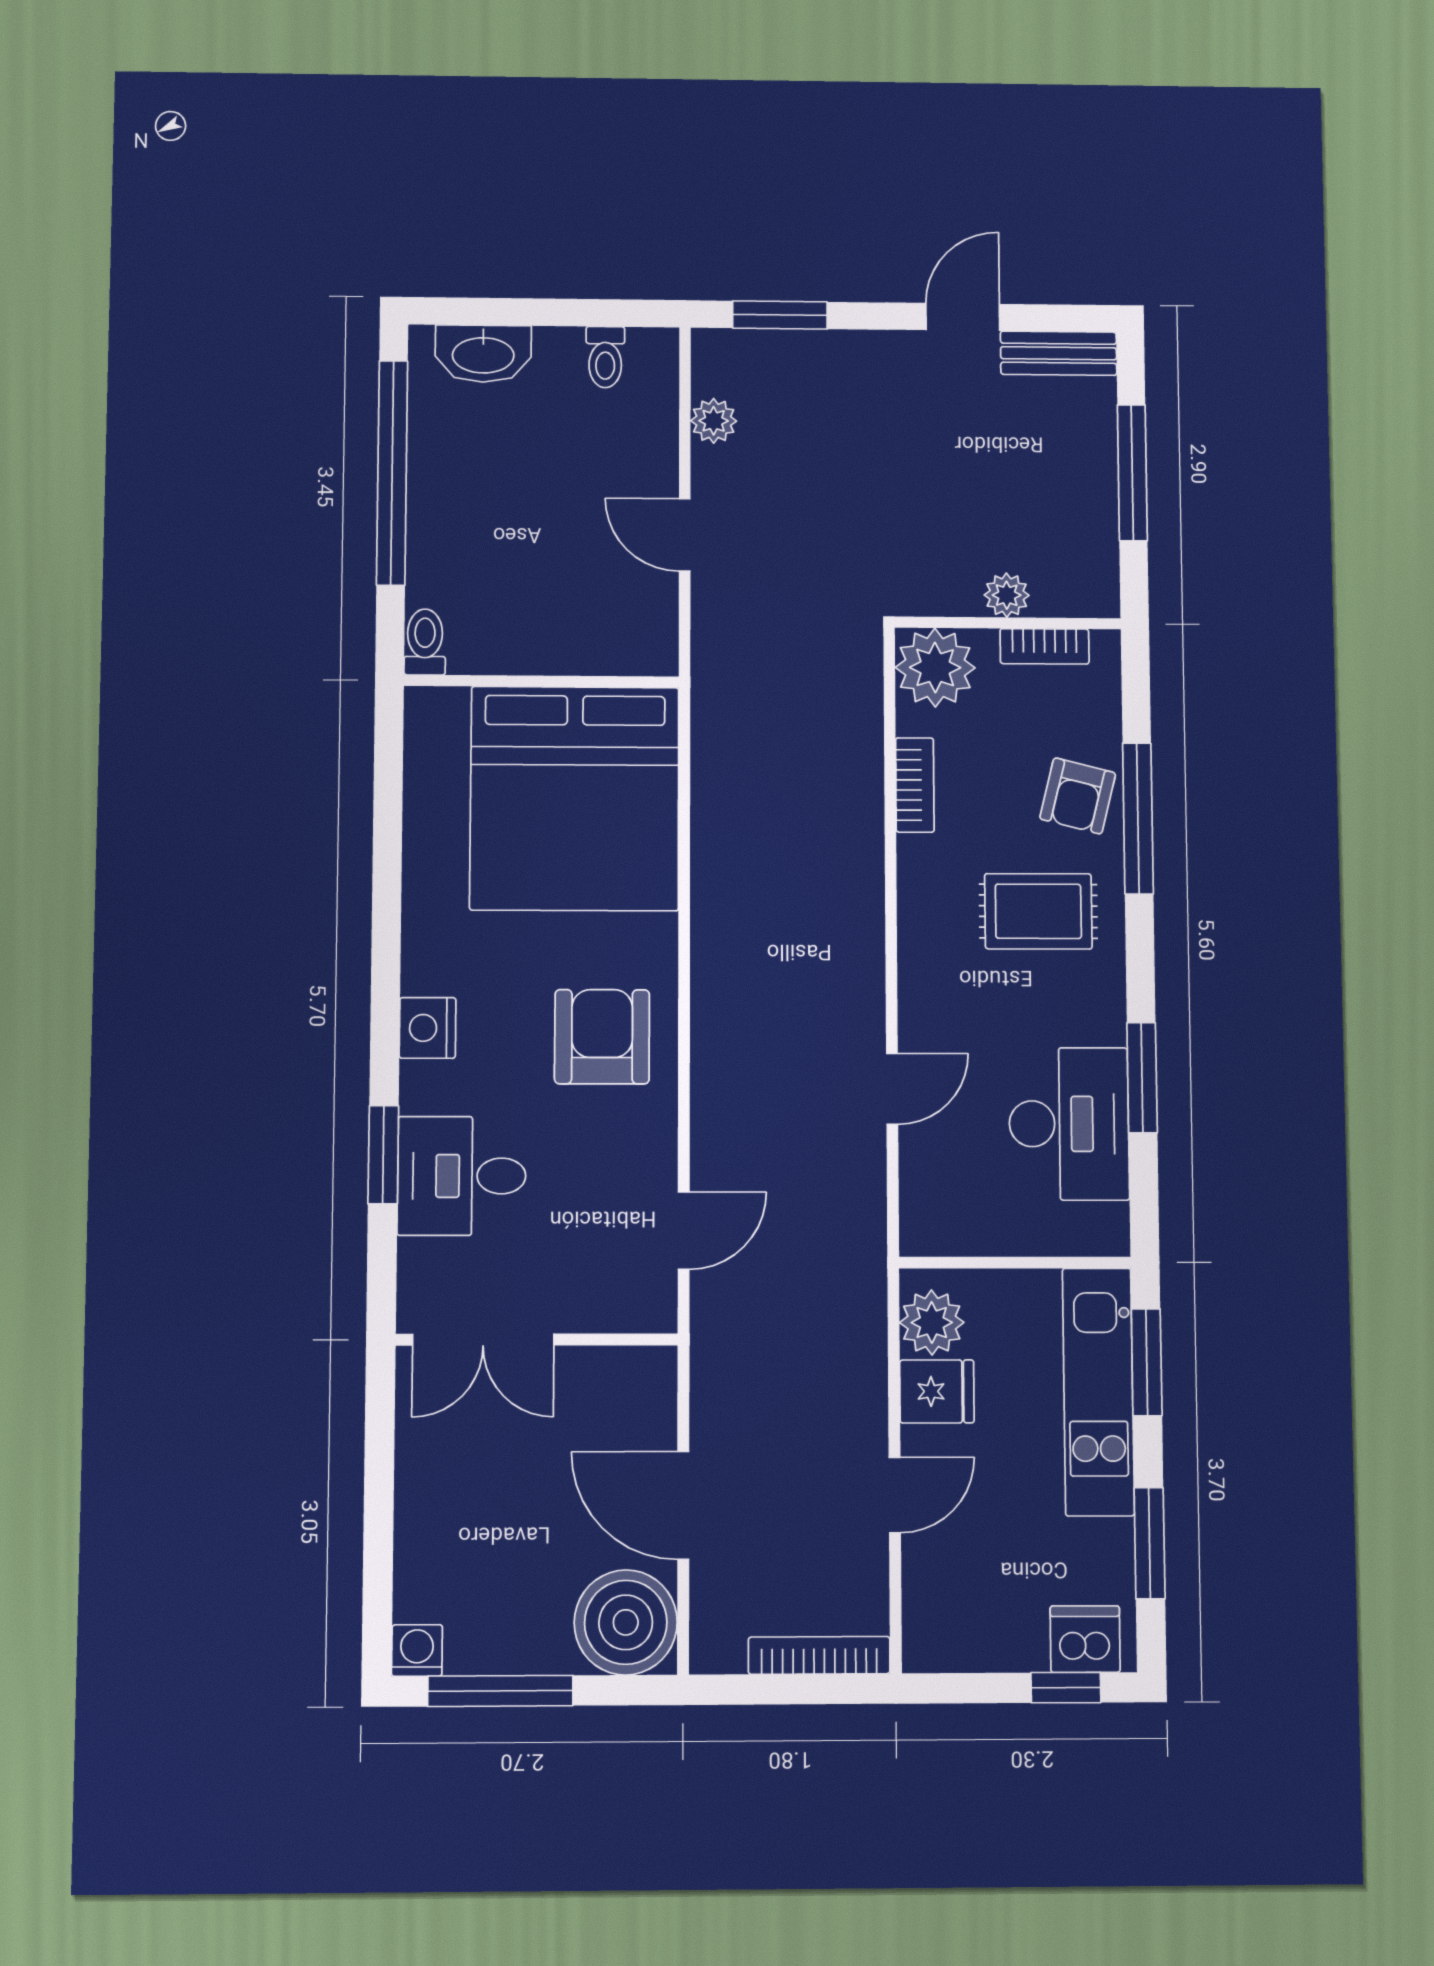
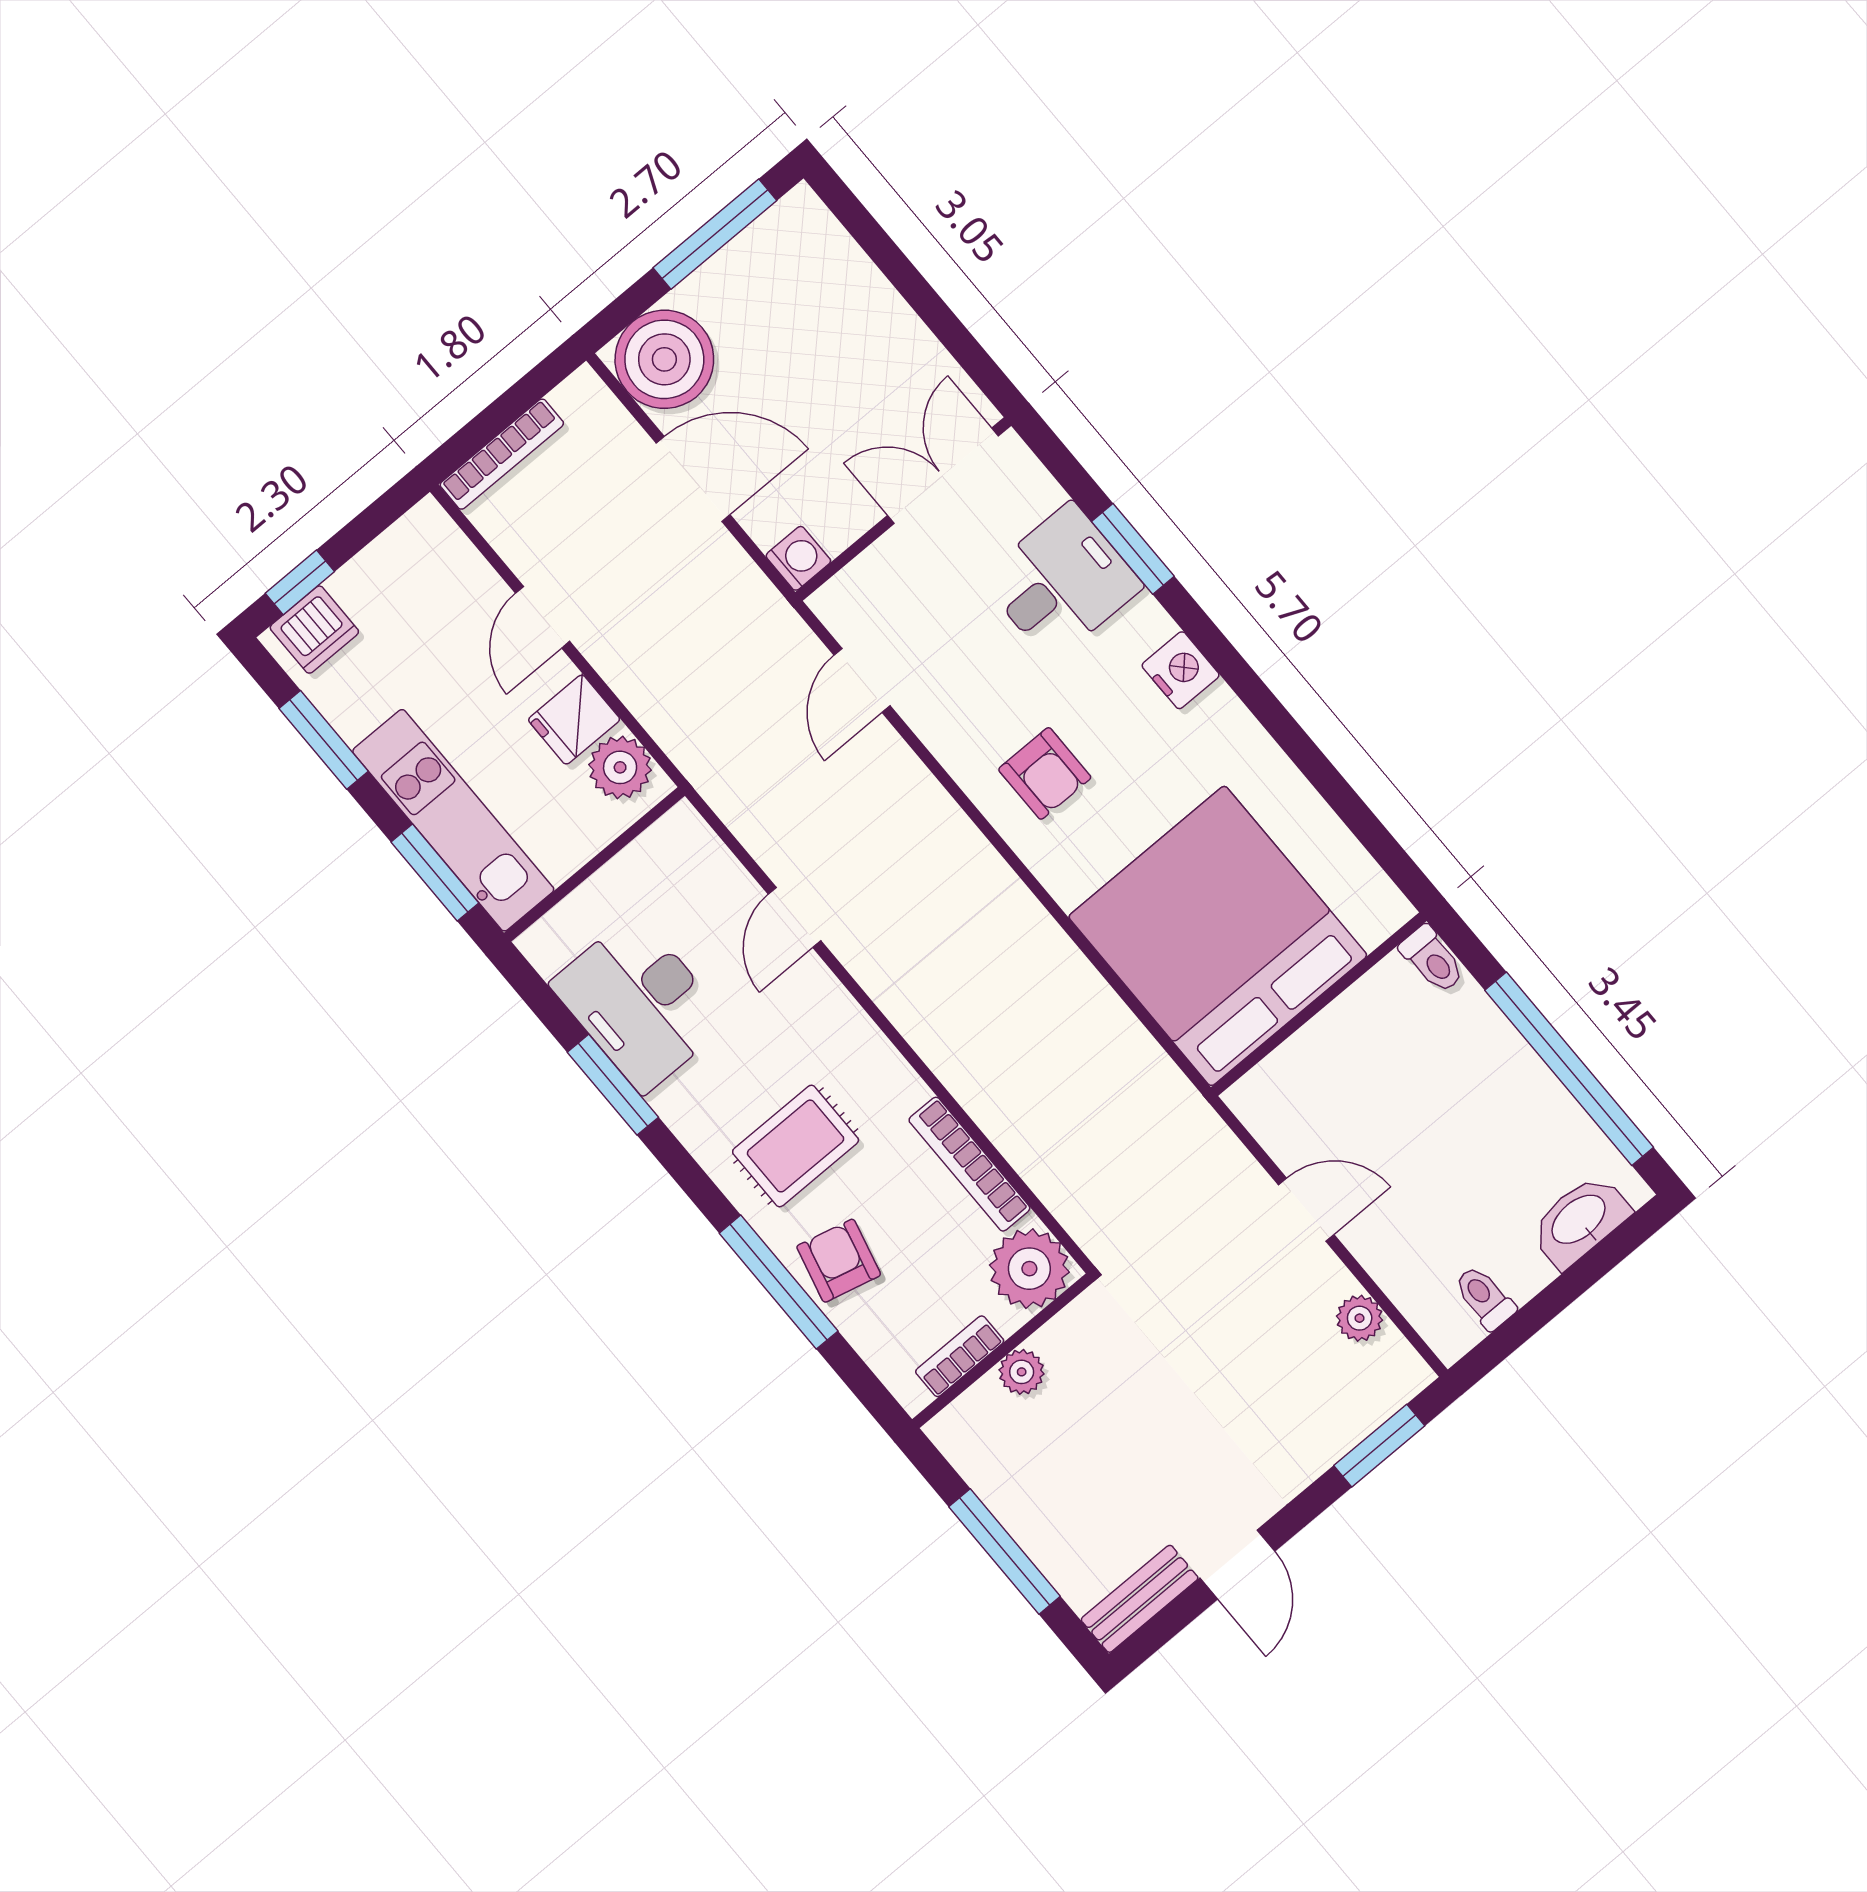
bookcase: (915, 785) -> (969, 1164), width x1.56
armchair: (602, 1037) -> (1045, 773), width x0.72, depth x0.72
washing machine: (417, 1650) -> (798, 558), moved, turned -90

